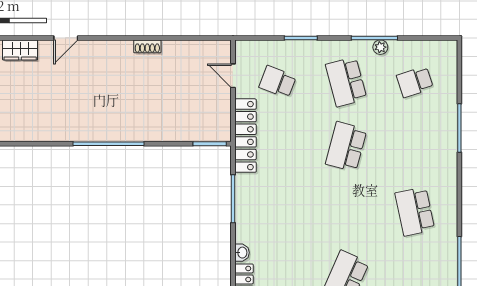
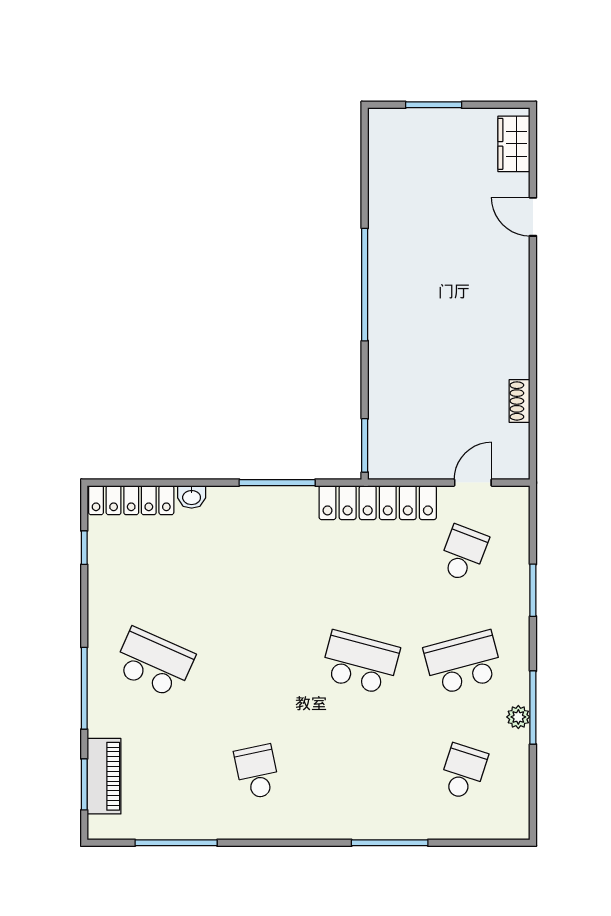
shoe rack: (147, 46) -> (520, 401), moved
school desk: (415, 82) -> (463, 772), turned 36
school desk: (415, 211) -> (257, 772), width x0.54

